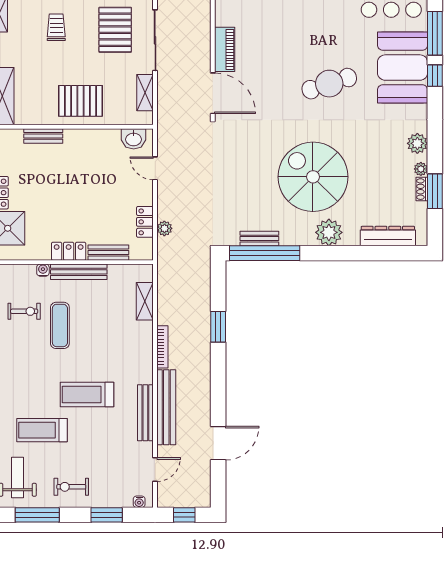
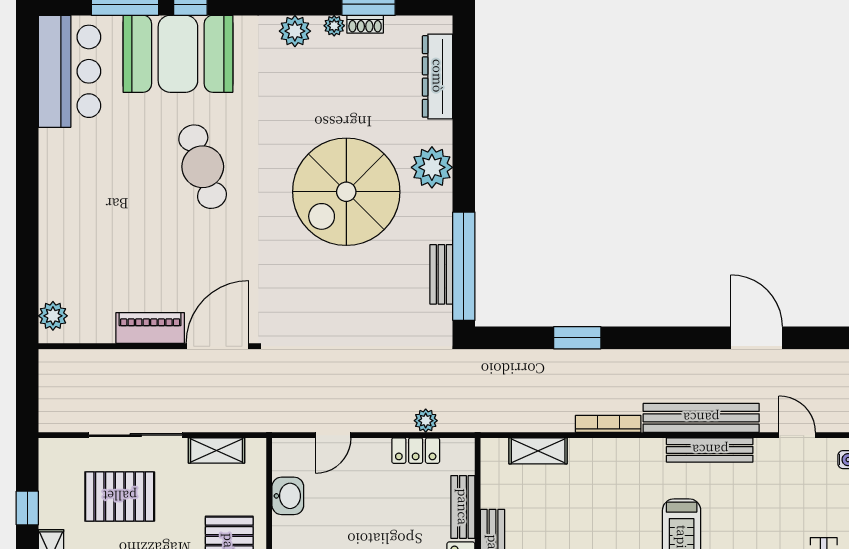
washbasin: (134, 139) -> (288, 496), moved

